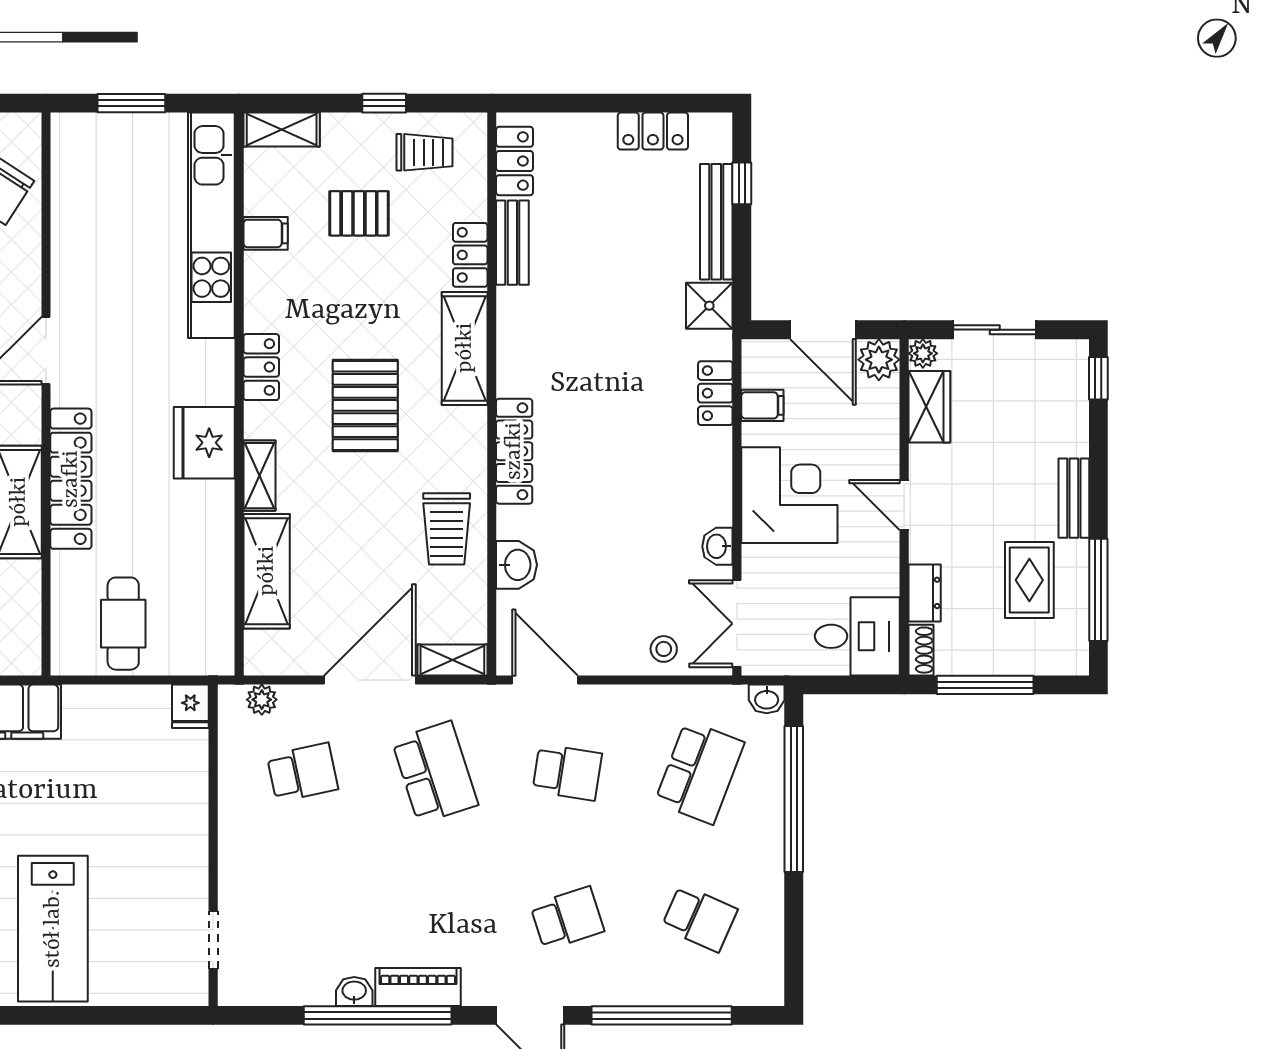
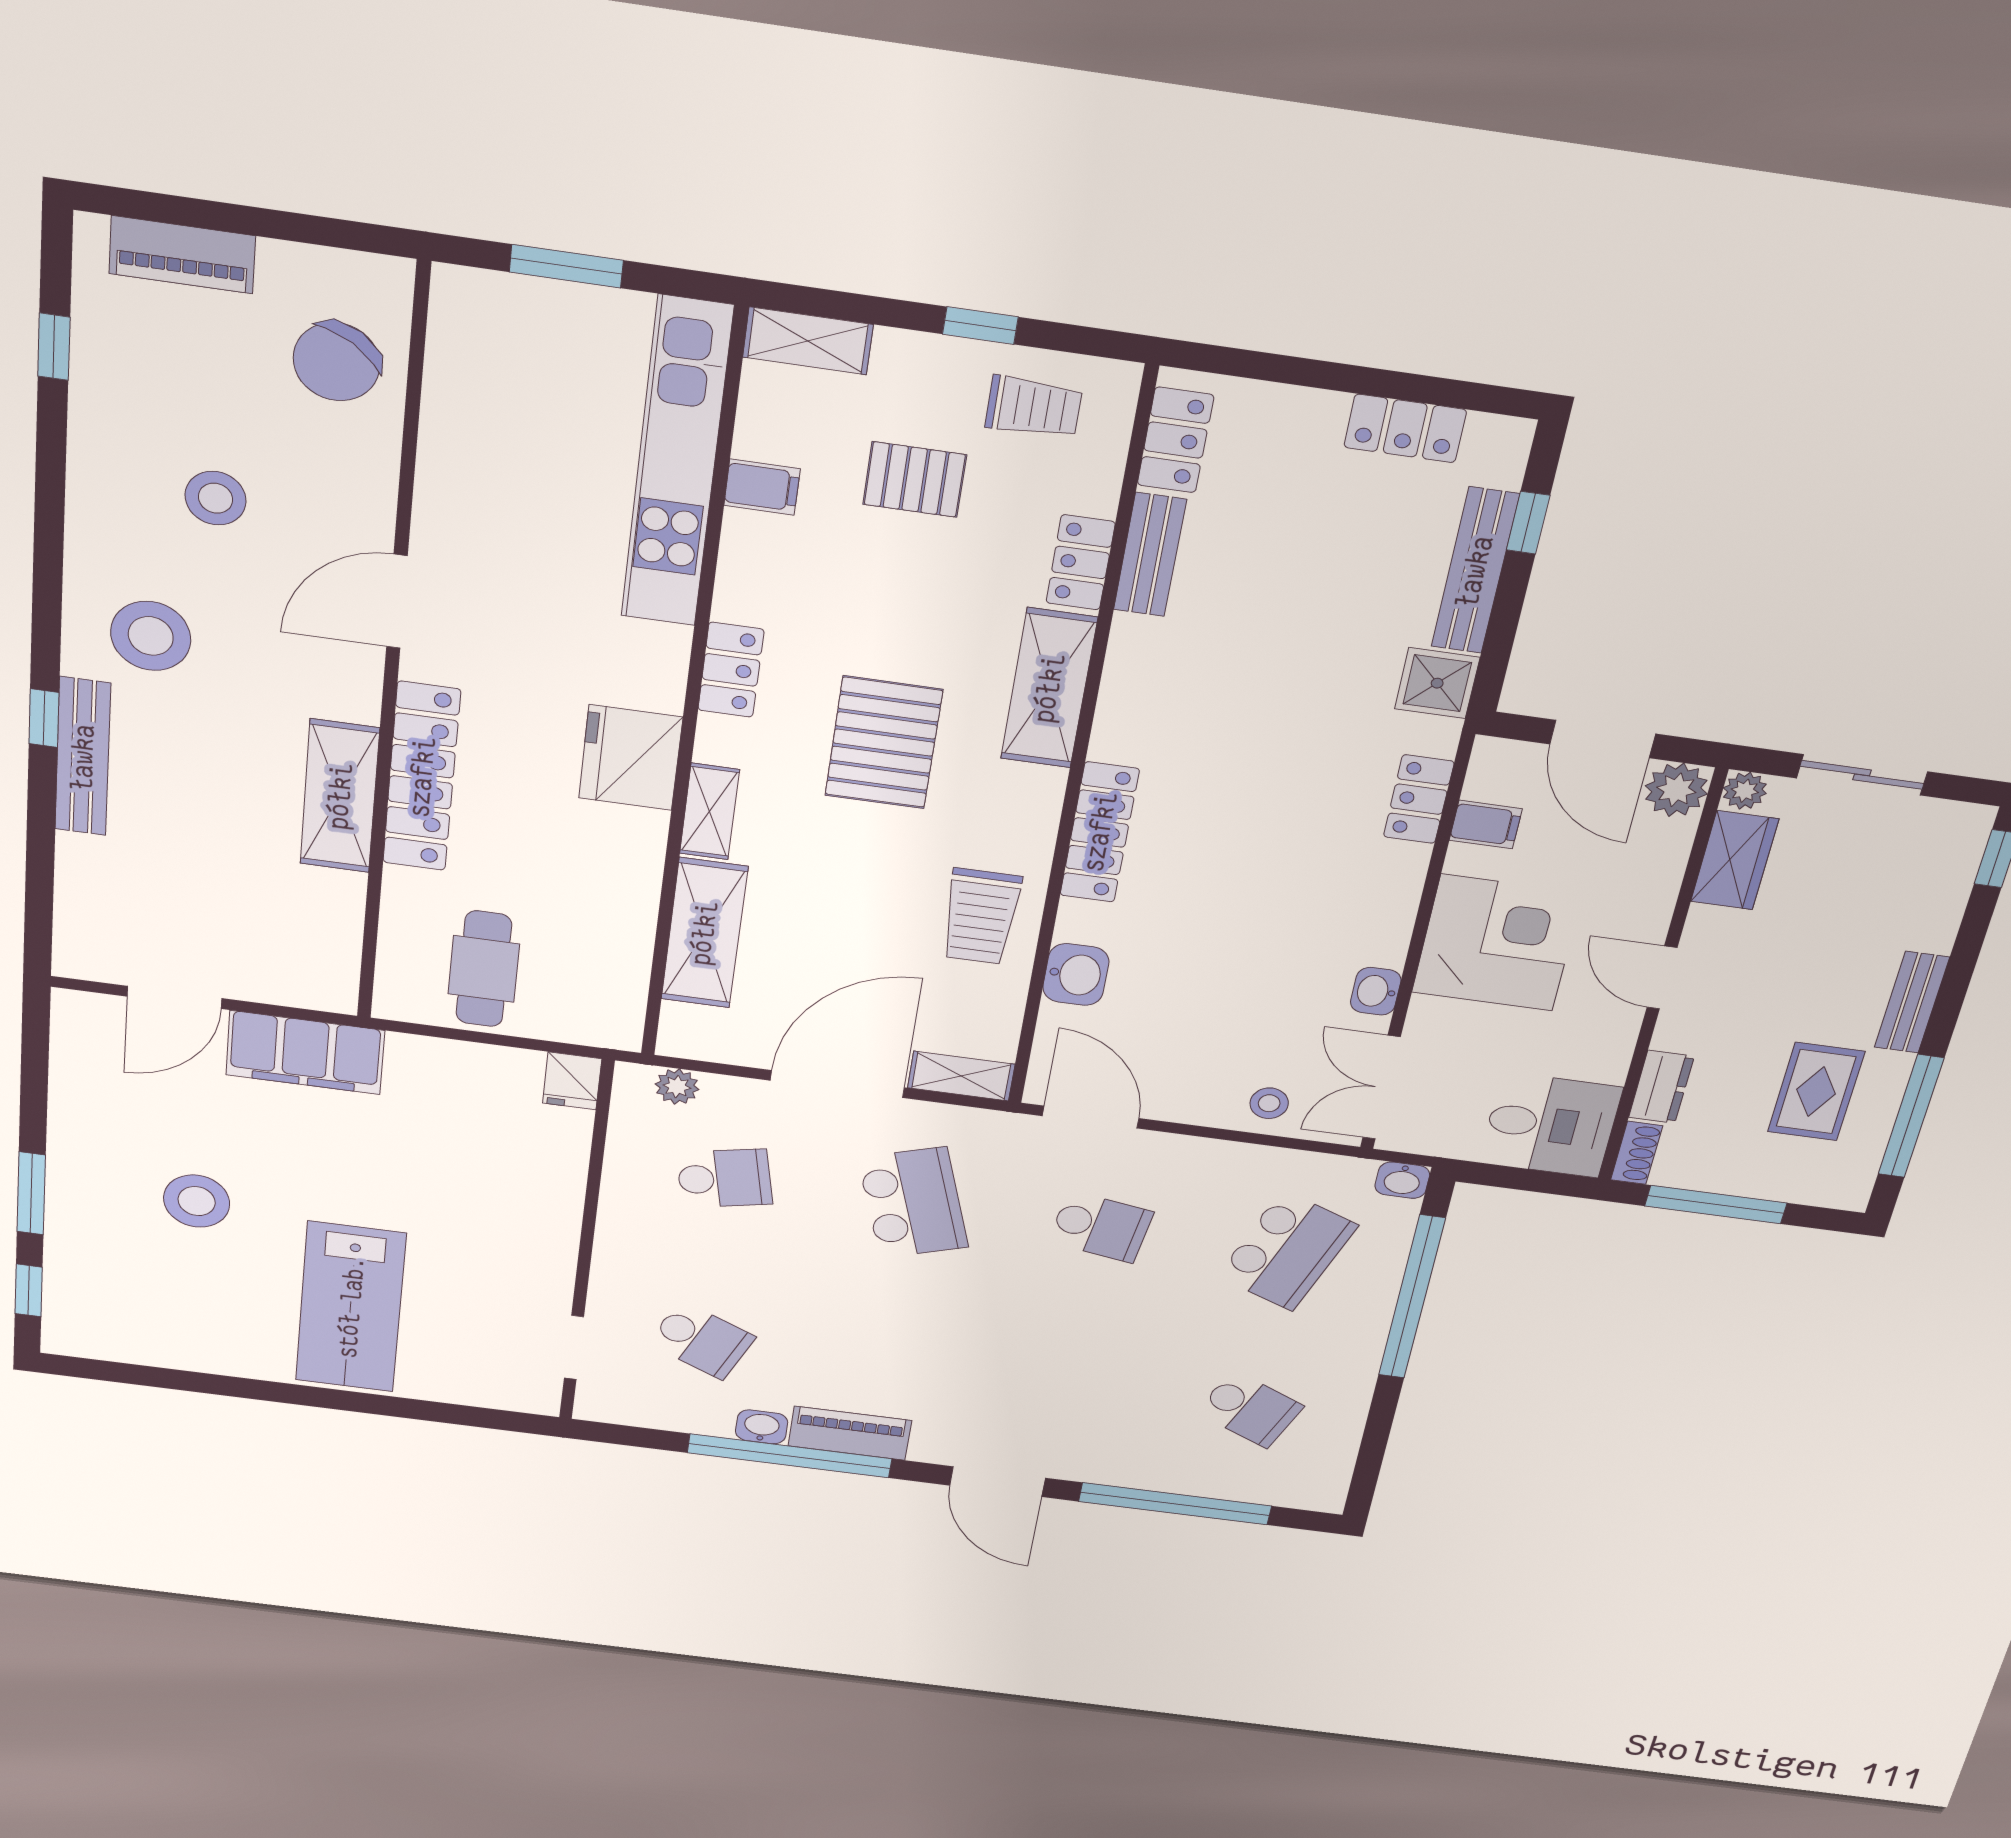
school desk: (567, 918) -> (702, 1340), moved, turned 42

